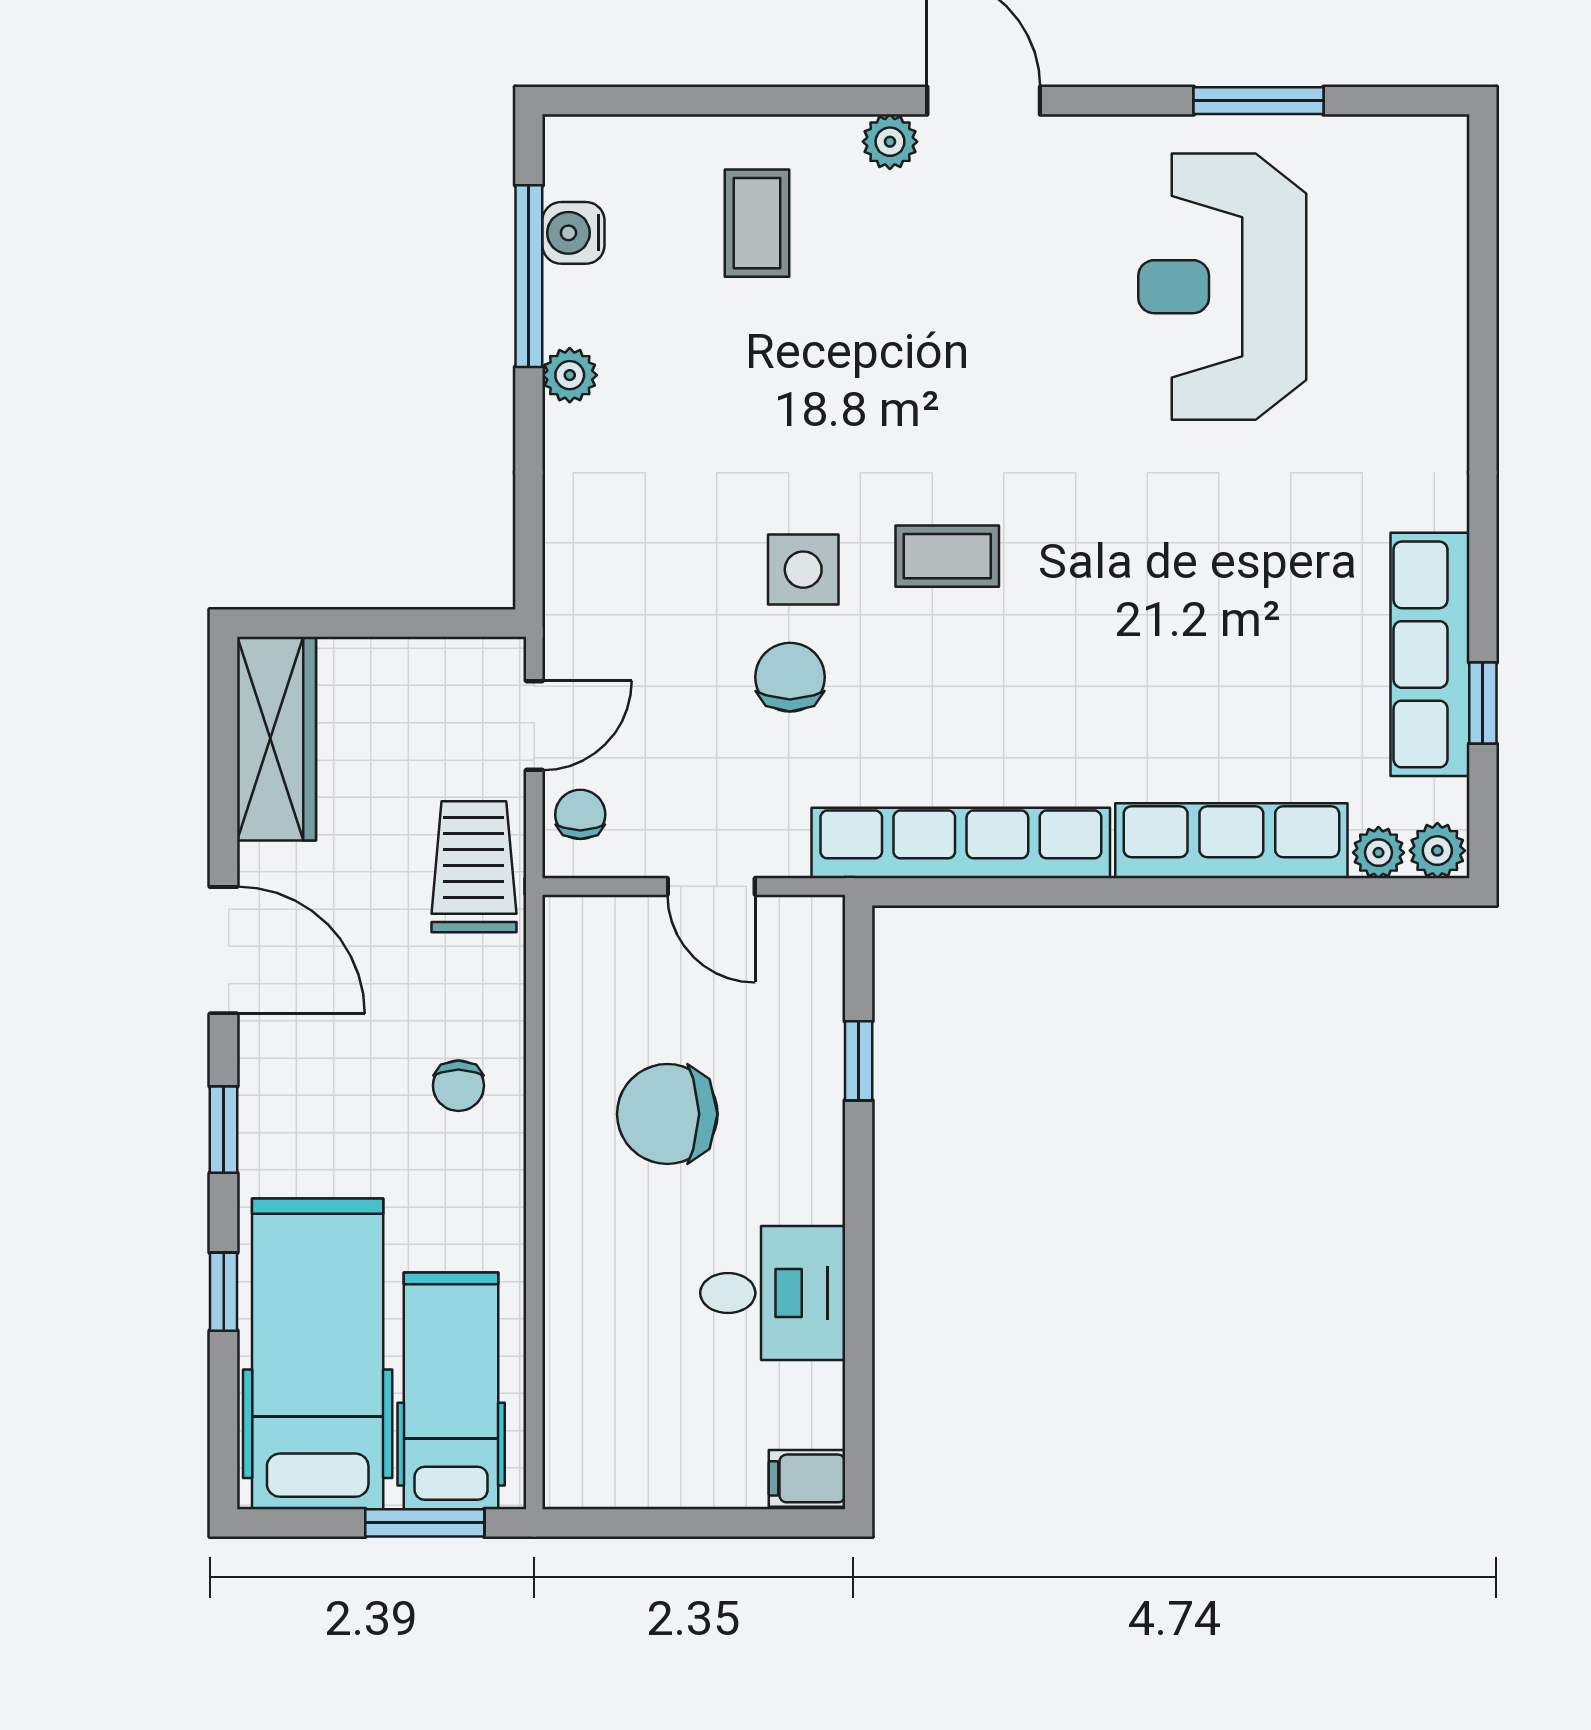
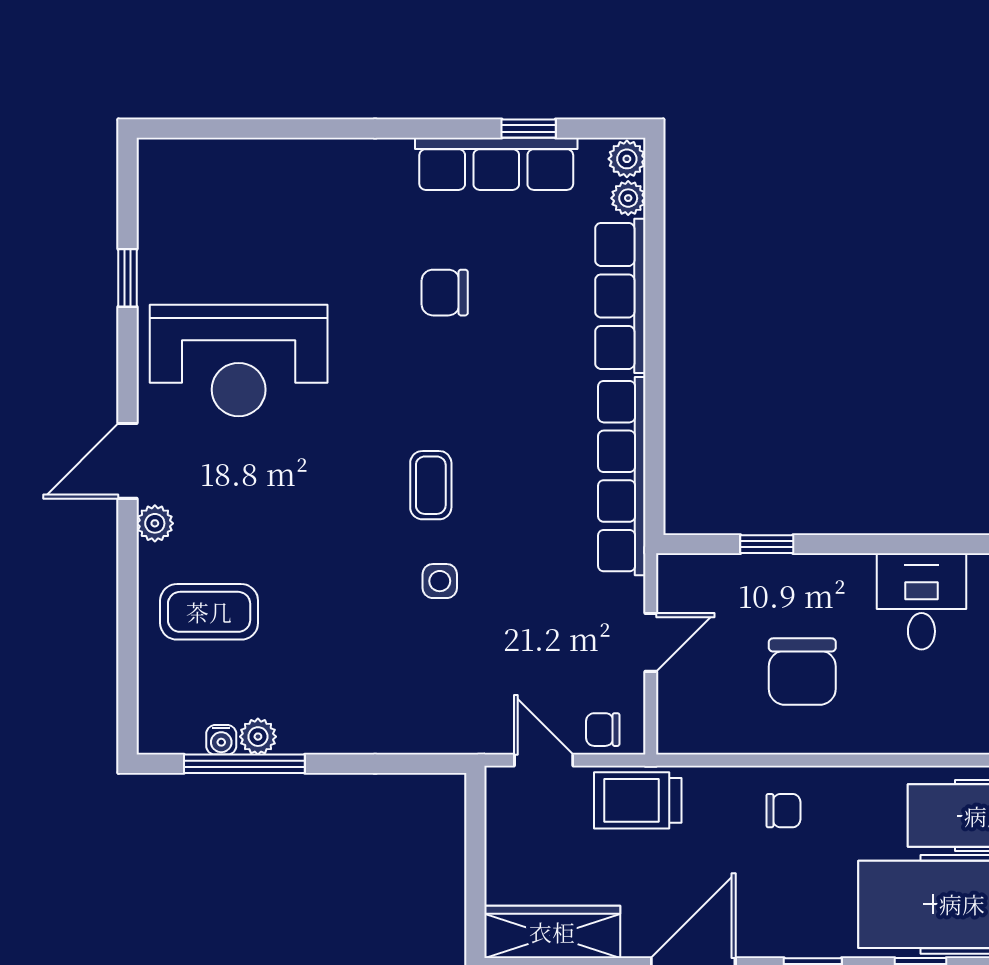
window: (1259, 101) -> (128, 278), width x0.67
coffee table: (757, 223) -> (209, 612), width x1.36, depth x1.30
water cooler: (573, 233) -> (221, 740), width x0.72, depth x0.72
reception desk: (1222, 287) -> (239, 361), moved
plant: (570, 375) -> (258, 737), moved
side table: (803, 570) -> (440, 581), width x0.73, depth x0.73
chair: (790, 677) -> (445, 293), moved

